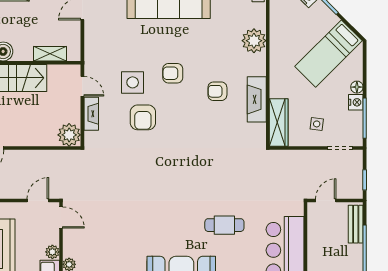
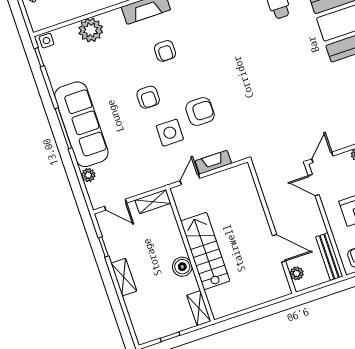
shelving: (50, 54) -> (153, 202), moved, turned 90
armchair: (217, 91) -> (165, 51), moved
plant: (69, 135) -> (241, 176), removed

